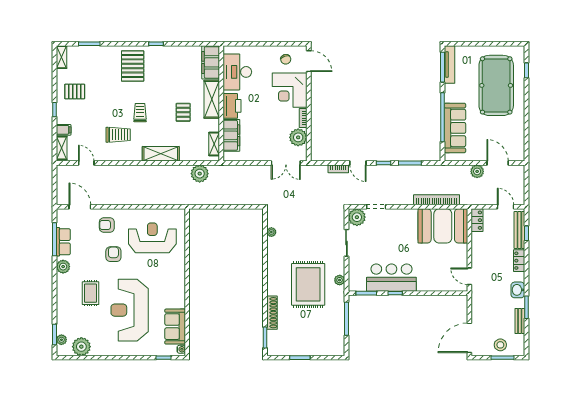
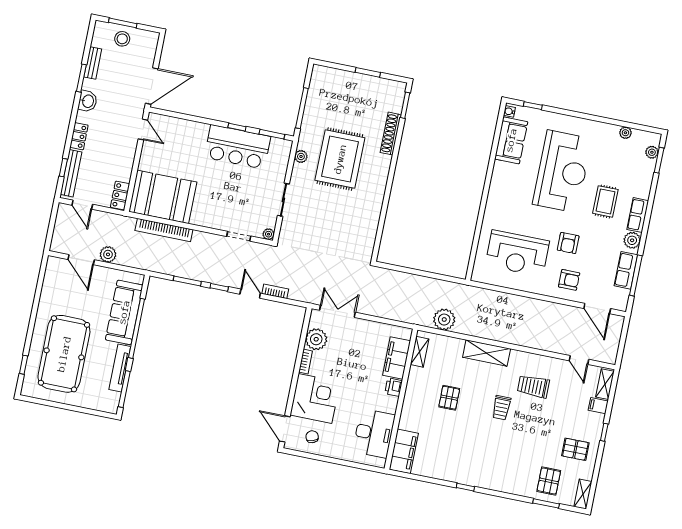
tv unit: (450, 65) -> (120, 368), moved
pallet: (133, 66) -> (549, 481), moved, width x0.67, depth x0.71
shelving: (212, 99) -> (412, 406), removed
printer: (232, 106) -> (394, 387), width x0.53, depth x0.68
plant: (357, 217) -> (268, 234), width x0.53, depth x0.53
plant: (271, 232) -> (372, 231), removed
row of seats: (63, 288) -> (638, 215), added
door: (469, 338) -> (152, 86), moved
plant: (81, 347) -> (625, 133), width x0.53, depth x0.53

